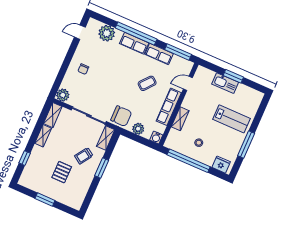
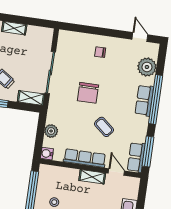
row of seats: (159, 54) -> (136, 157), moved
plant: (63, 95) -> (65, 37), removed
shelving: (53, 115) -> (40, 32), removed
chair: (121, 116) -> (88, 93), moved
shelving: (180, 119) -> (92, 177), moved

